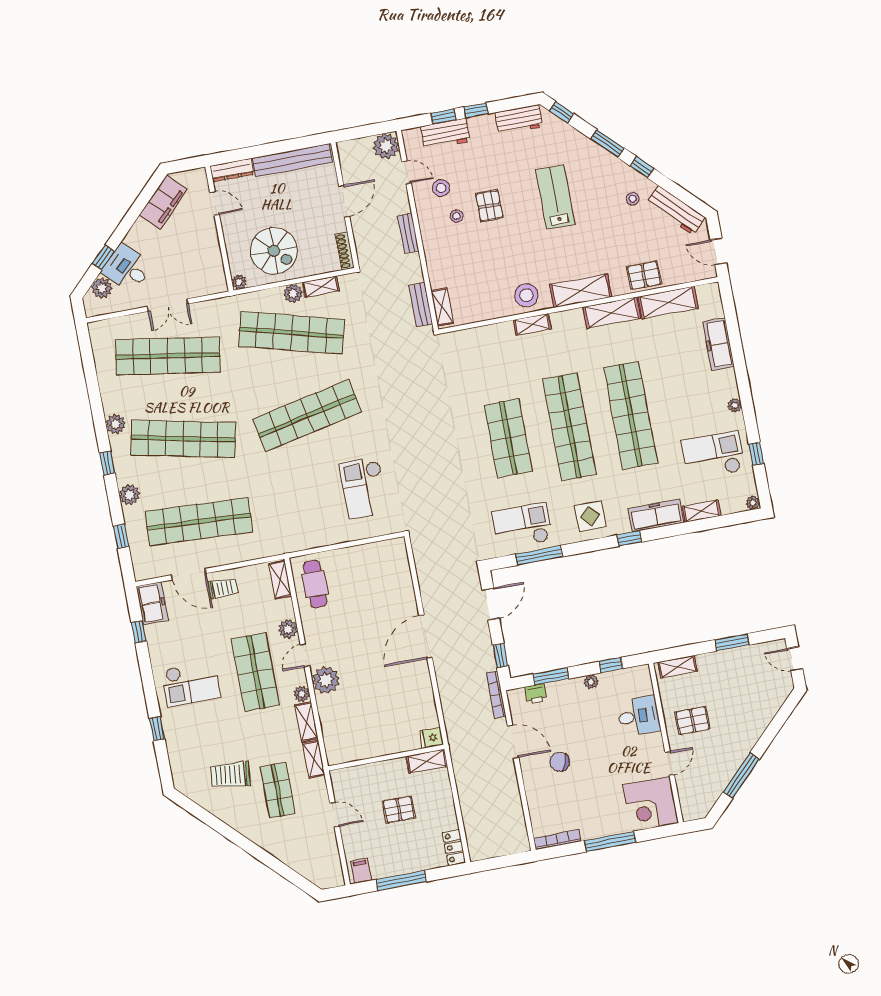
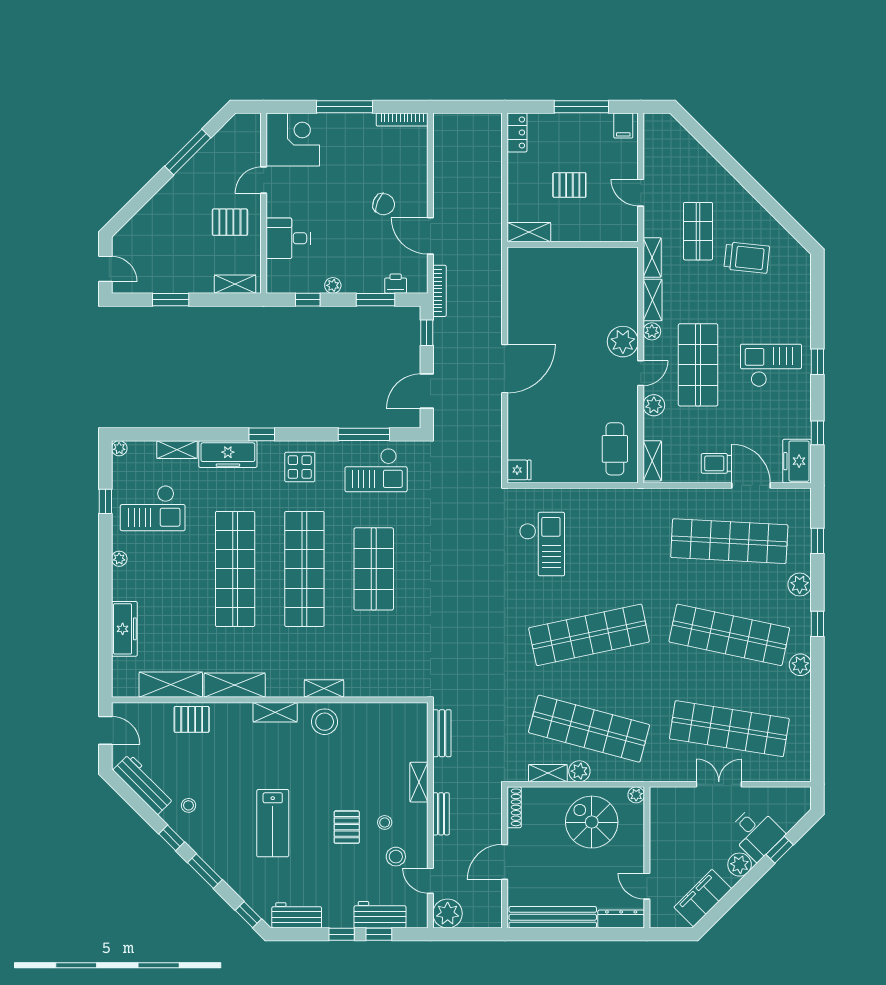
plant: (102, 288) -> (740, 865), moved
shelving: (581, 291) -> (275, 712), width x0.67, depth x0.75
shelving: (442, 307) -> (419, 782), moved
window: (157, 729) -> (817, 362), moved
fridge: (431, 738) -> (519, 470), moved

